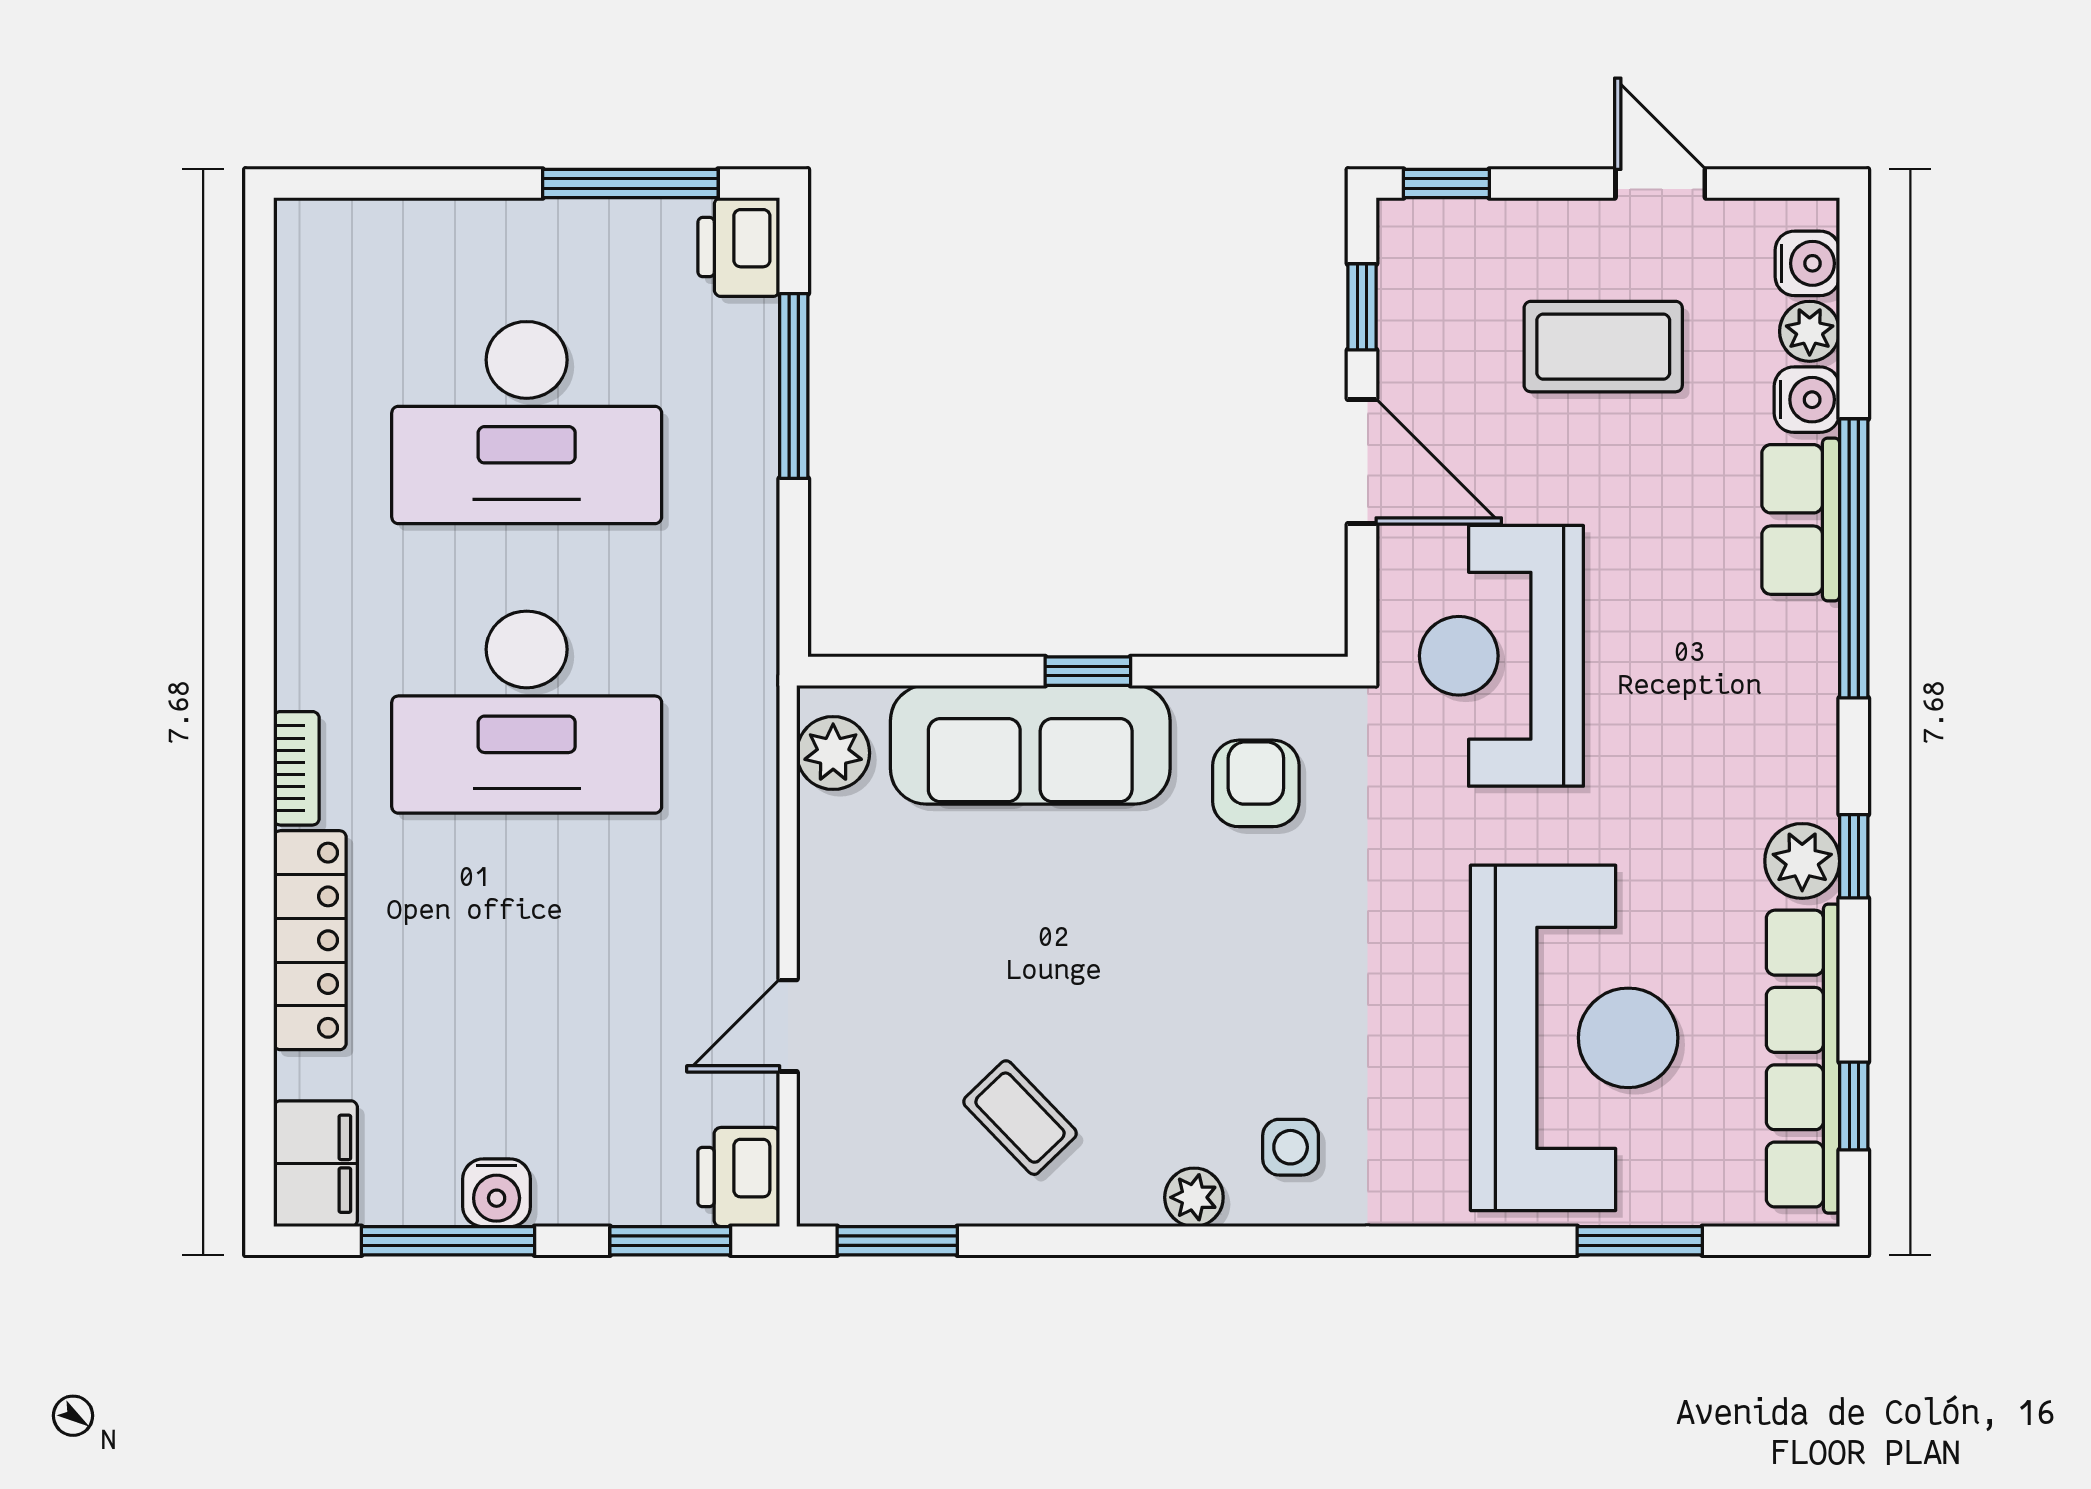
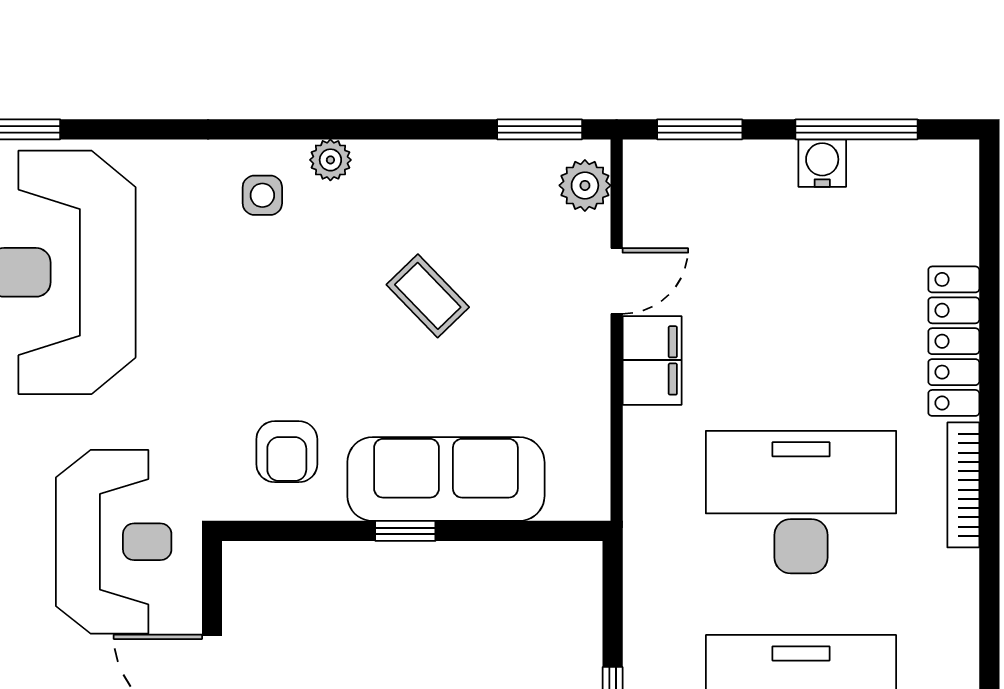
plant: (833, 753) -> (585, 185), moved
bookcase: (296, 768) -> (963, 485), width x1.56
coffee table: (1020, 1118) -> (428, 296), moved
filing cabinet: (316, 1164) -> (652, 360), moved, turned 180
printer: (739, 1177) -> (651, 174), removed

